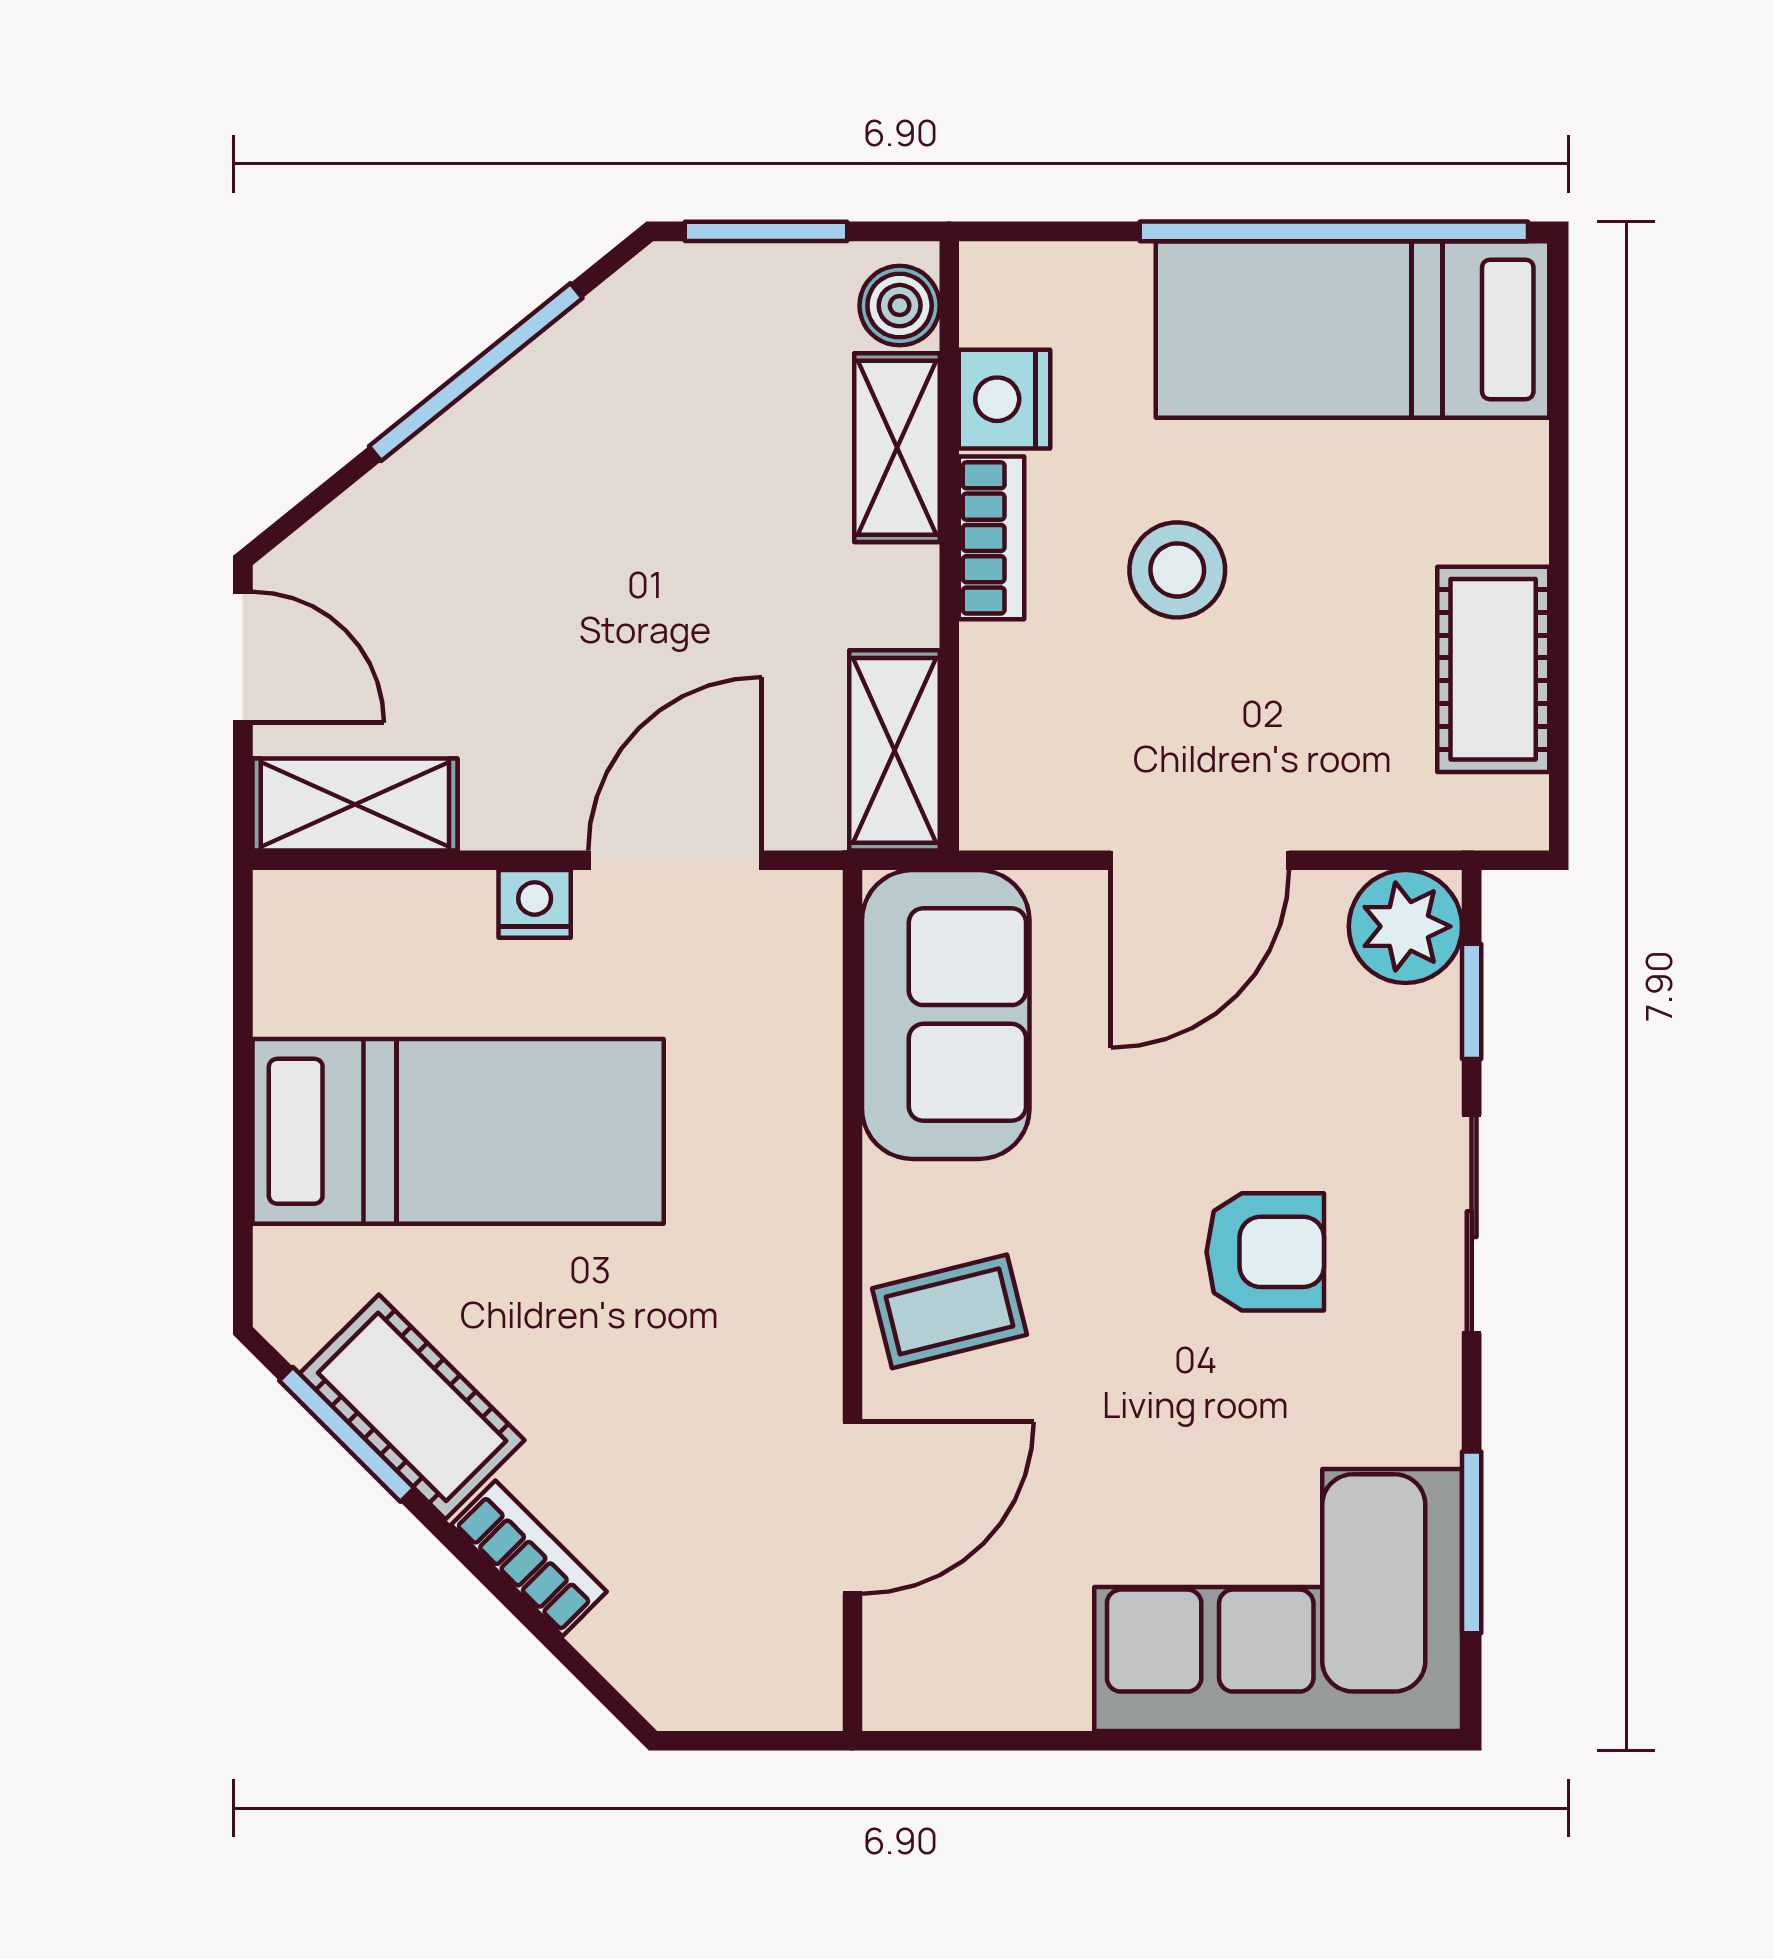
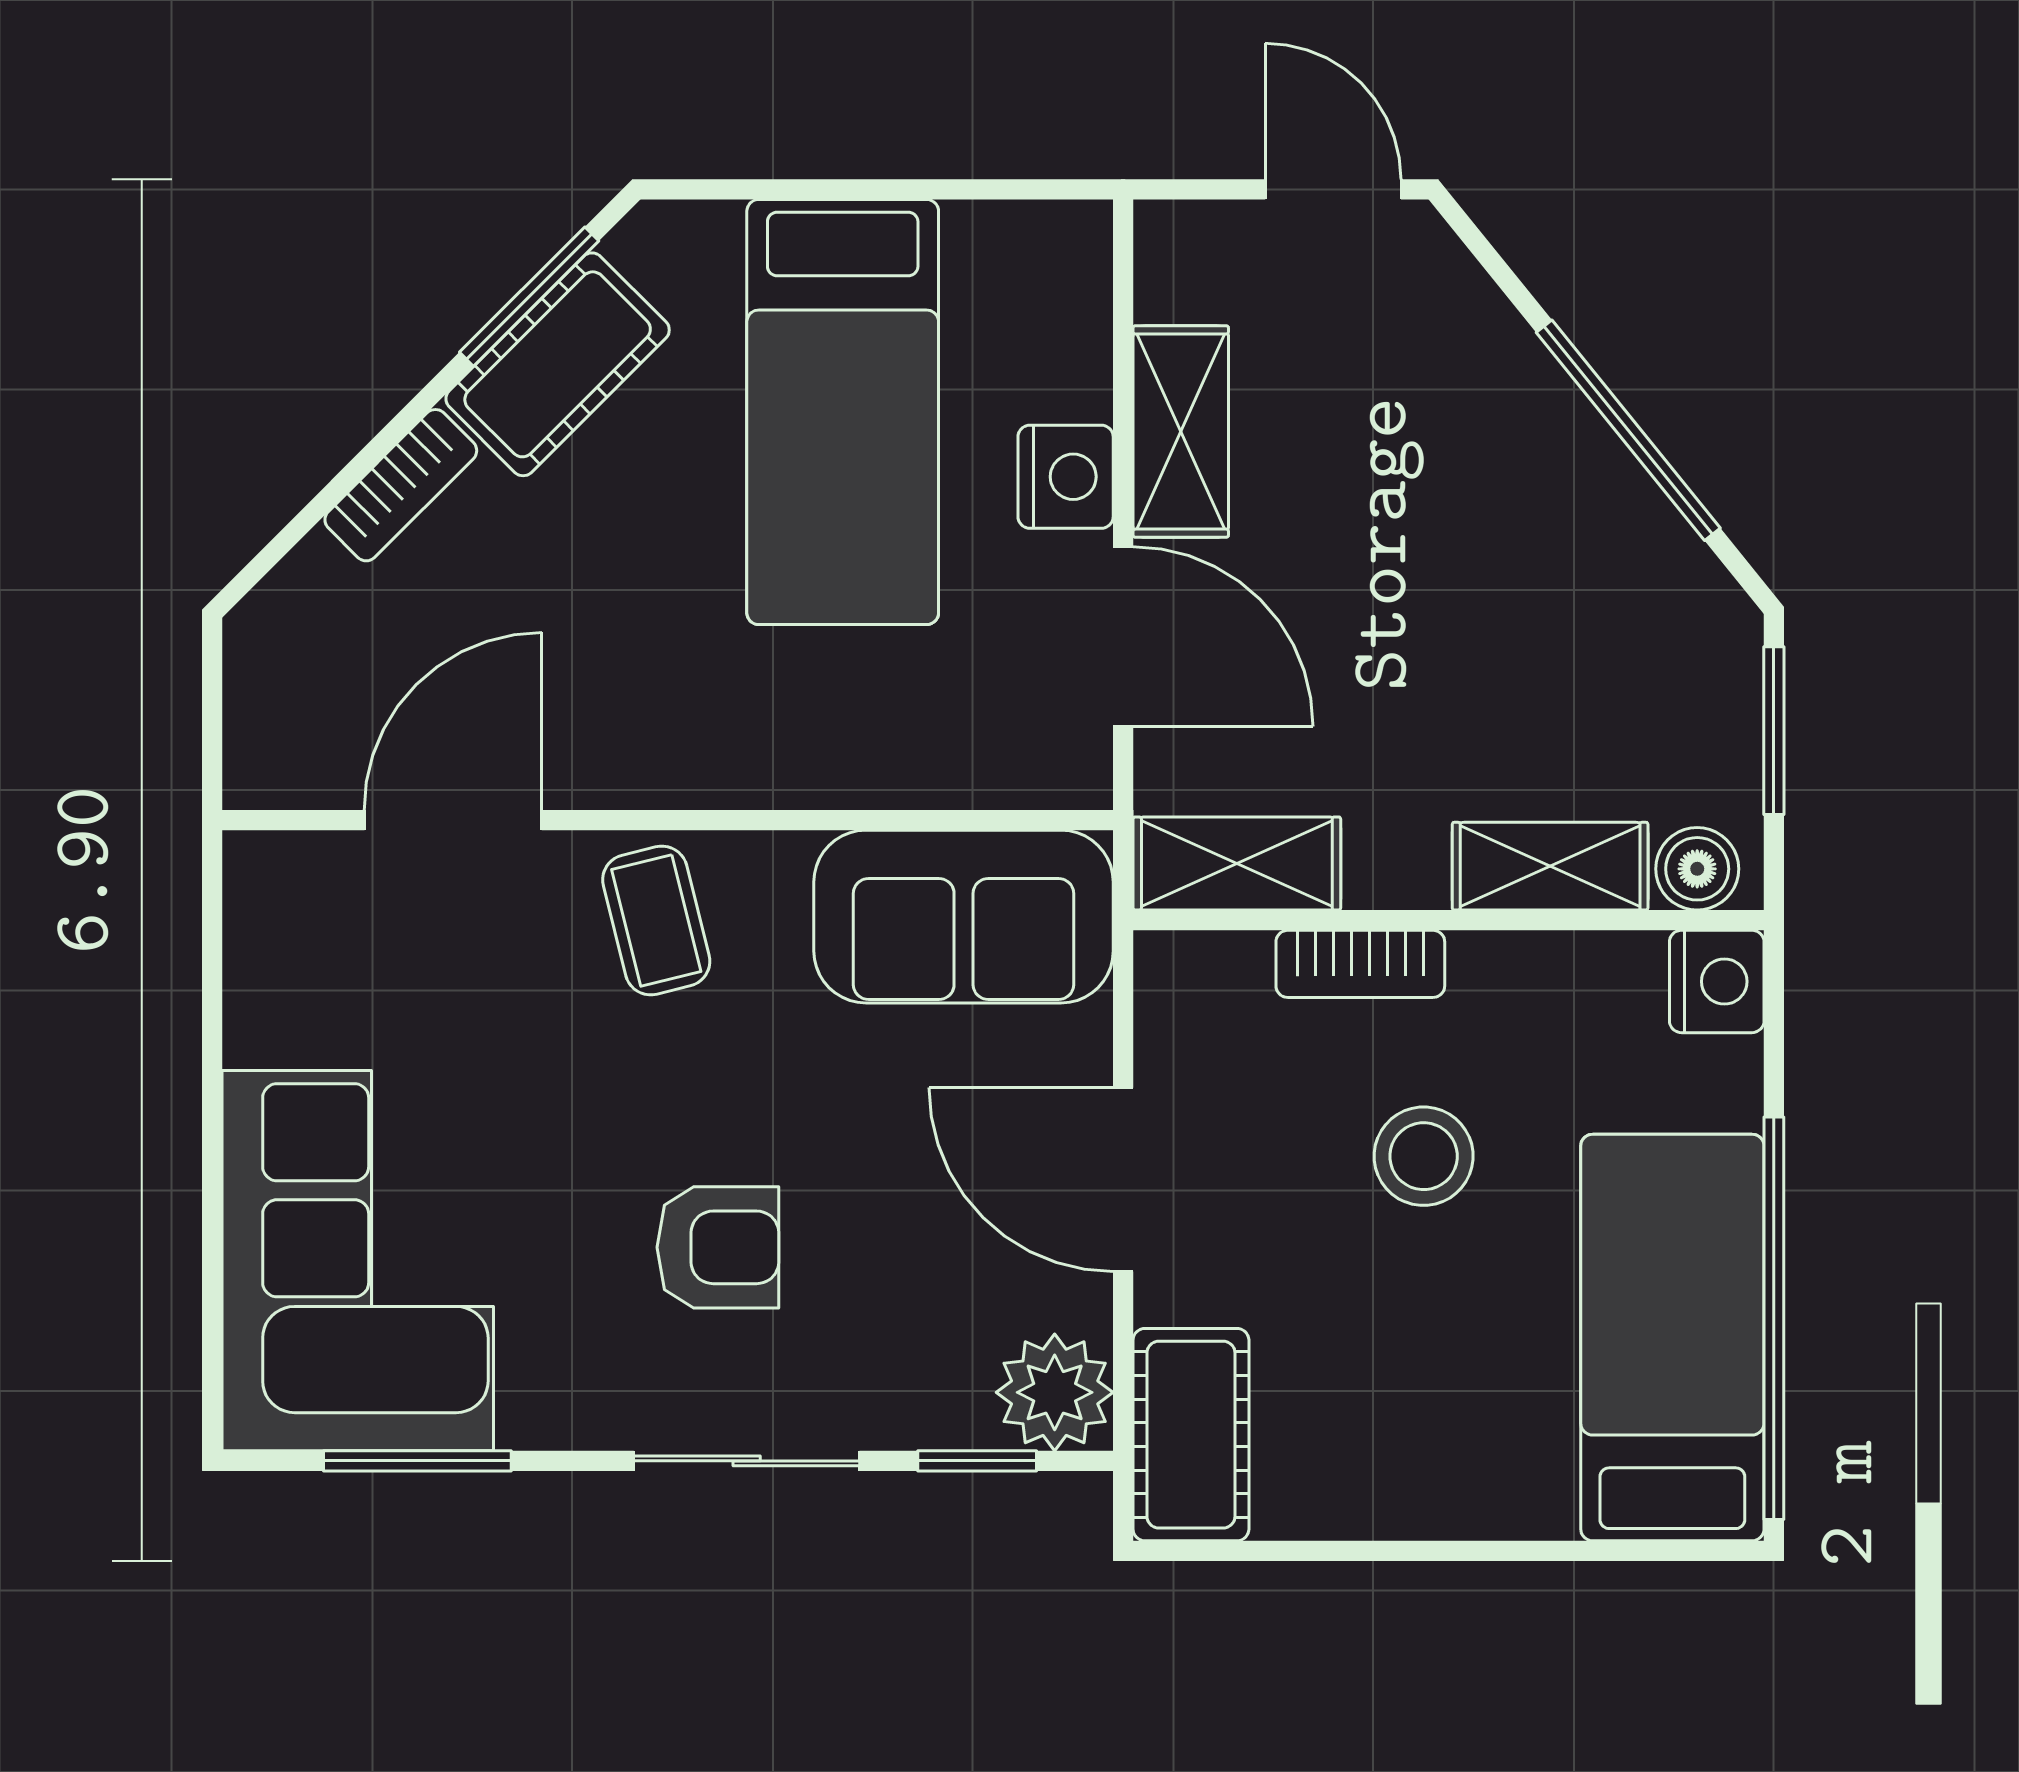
nightstand: (1004, 399) -> (1717, 981), moved, turned 90
bookcase: (991, 538) -> (1360, 964), moved
door: (243, 657) -> (1333, 189), swing flipped
cot: (1493, 669) -> (1191, 1435), moved, turned 90
shelving: (355, 805) -> (1181, 432), moved
nightstand: (535, 904) -> (1066, 477), width x1.39, depth x1.35
armchair: (1265, 1252) -> (718, 1247), turned -90
door: (852, 1508) -> (453, 820), swing flipped

